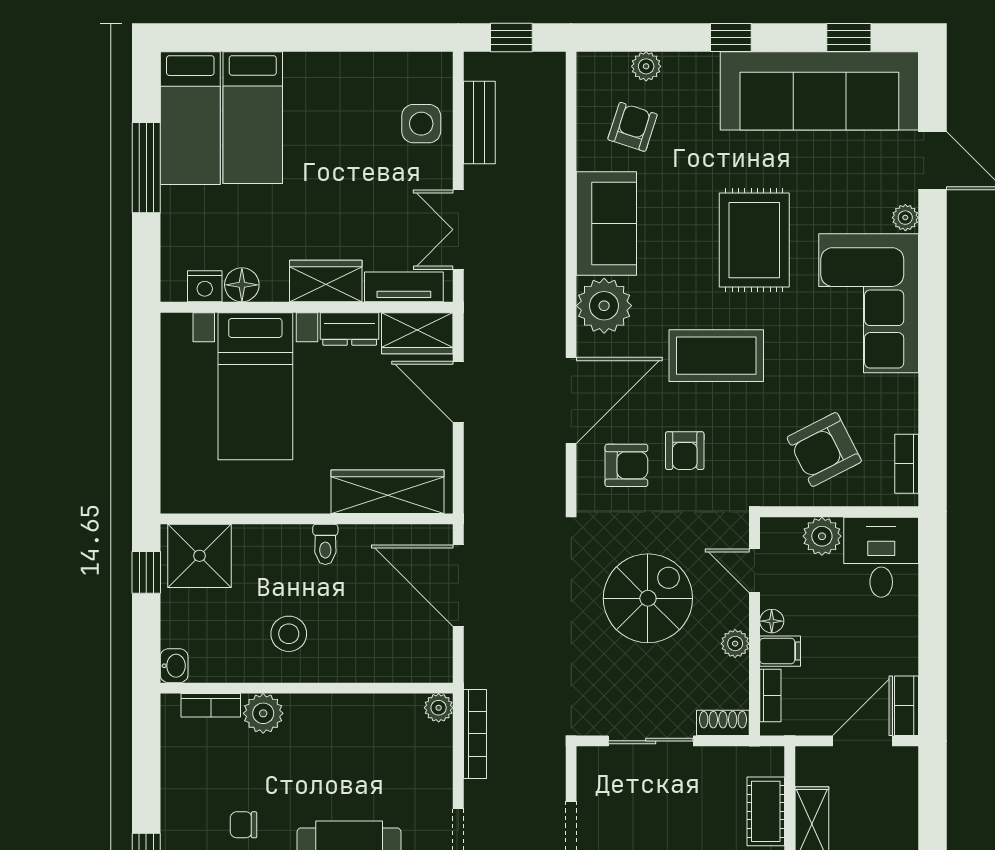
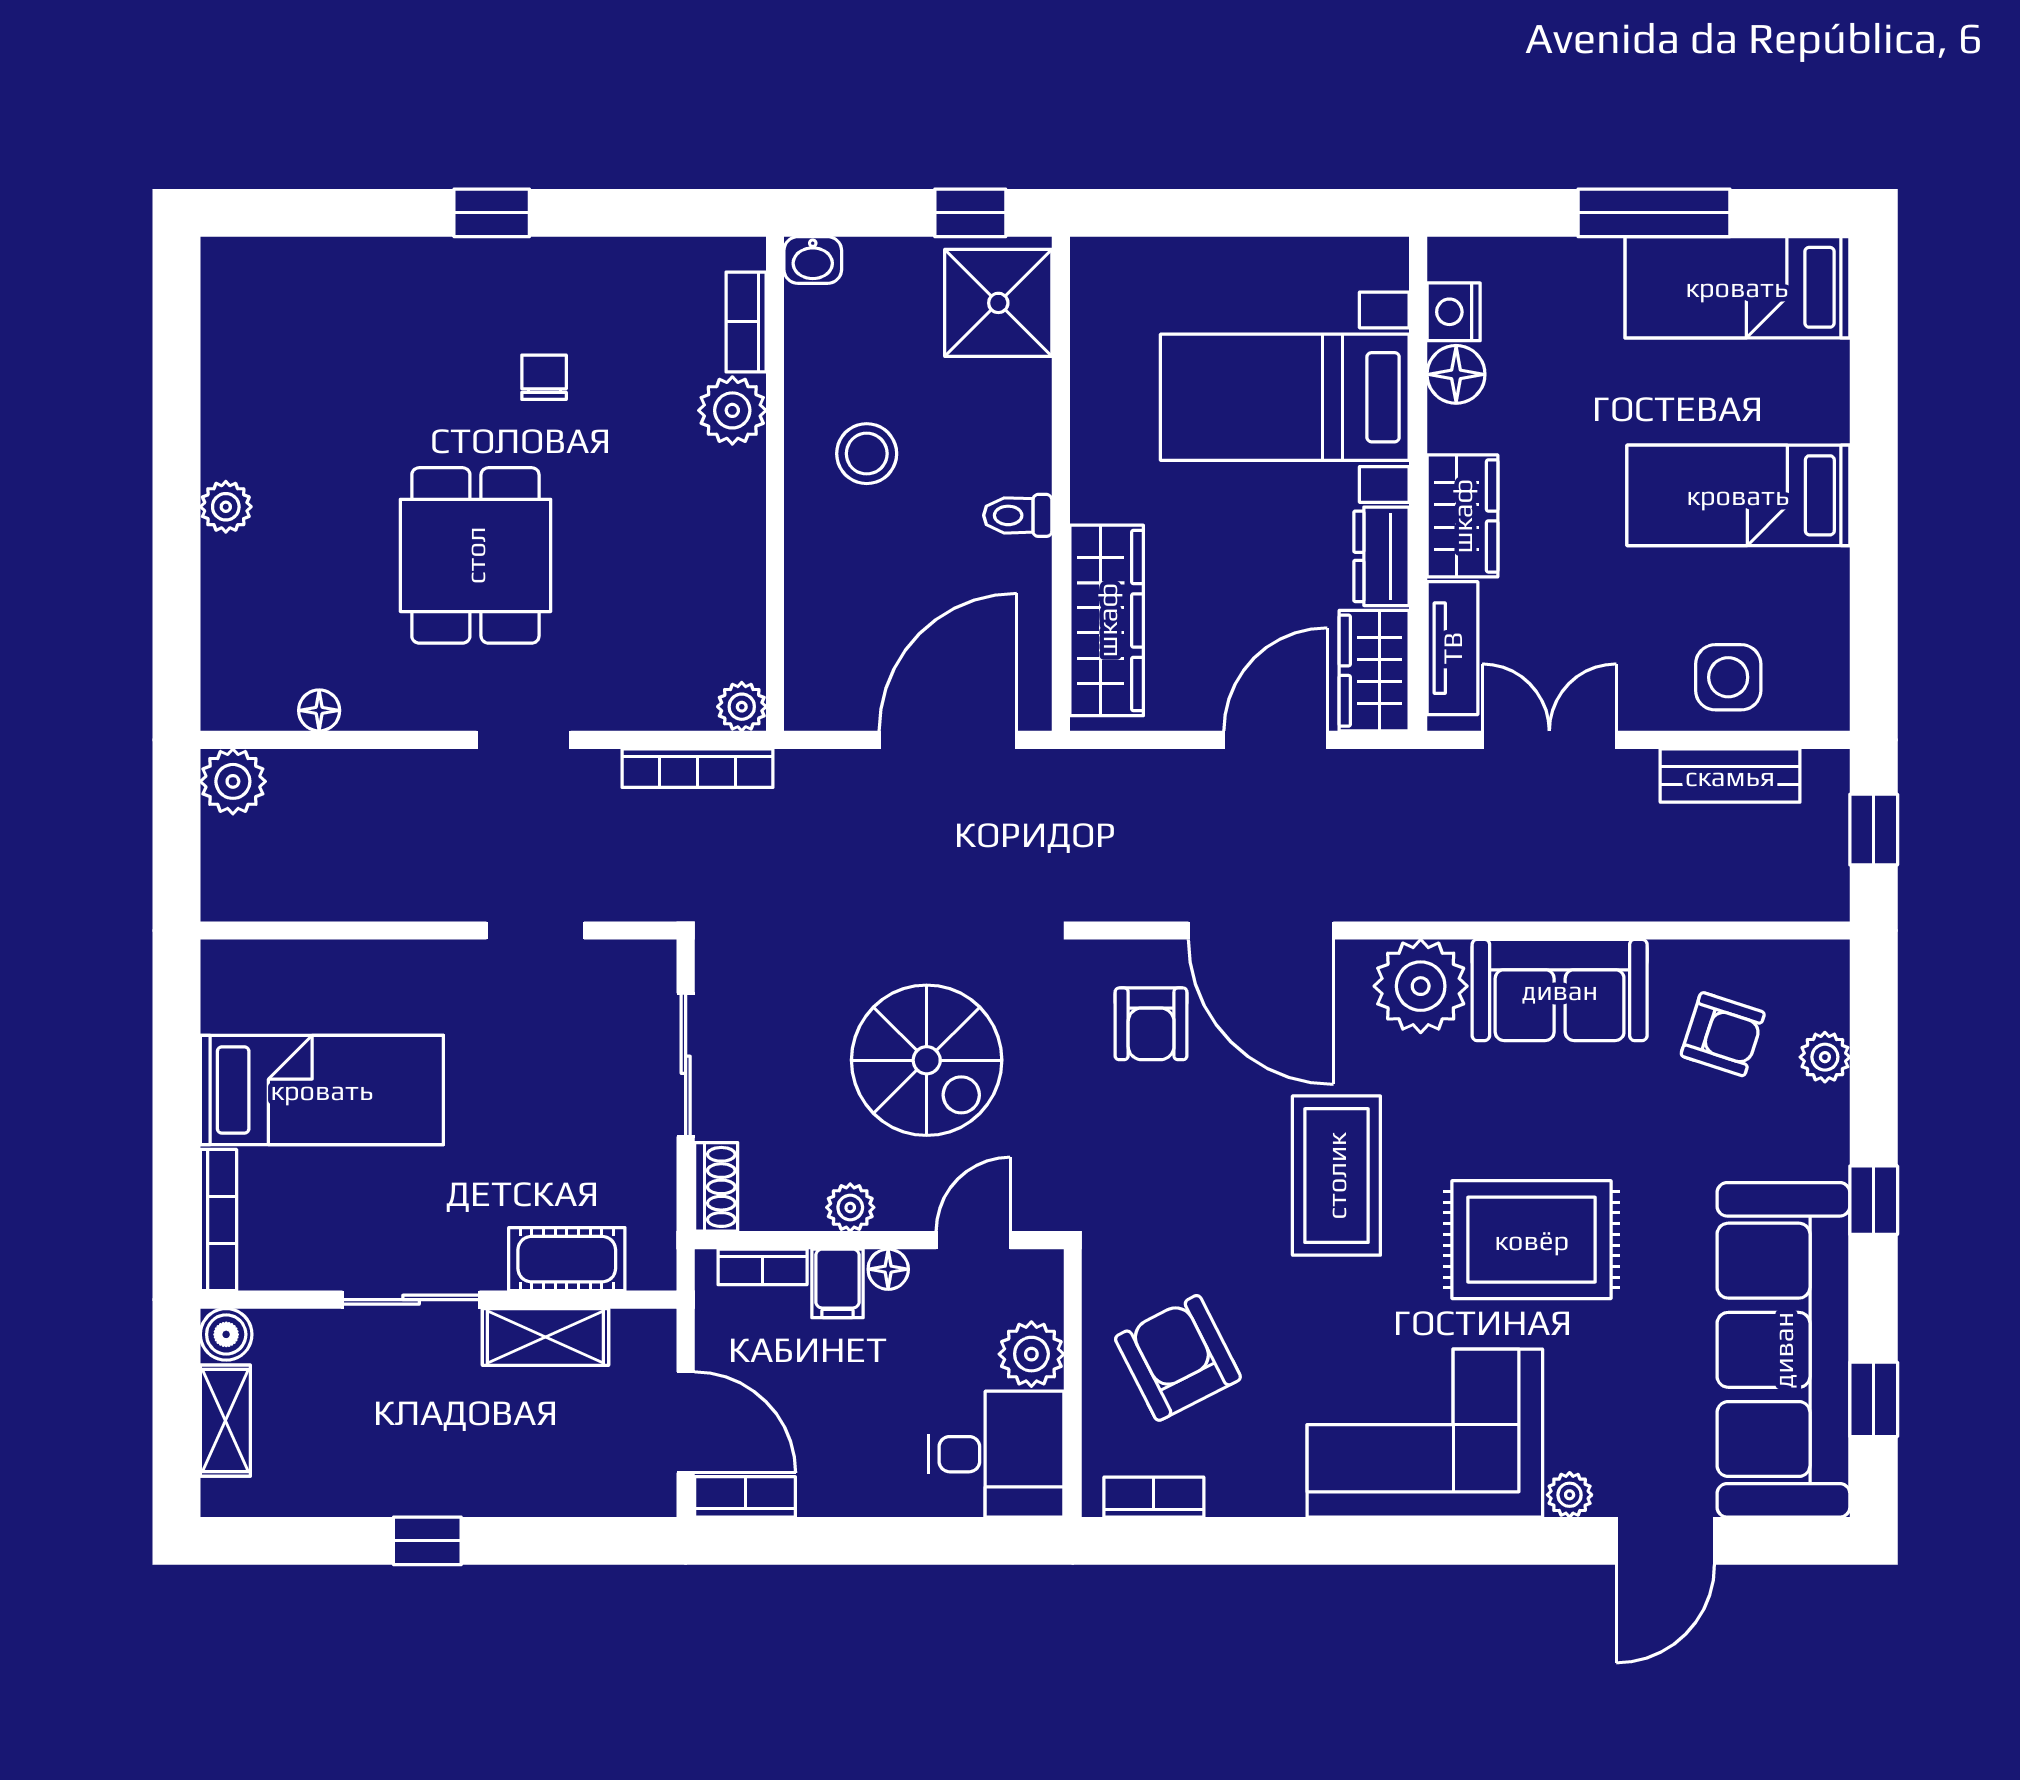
bed: (253, 118) -> (1738, 495), moved
armchair: (685, 451) -> (1176, 1122), removed

